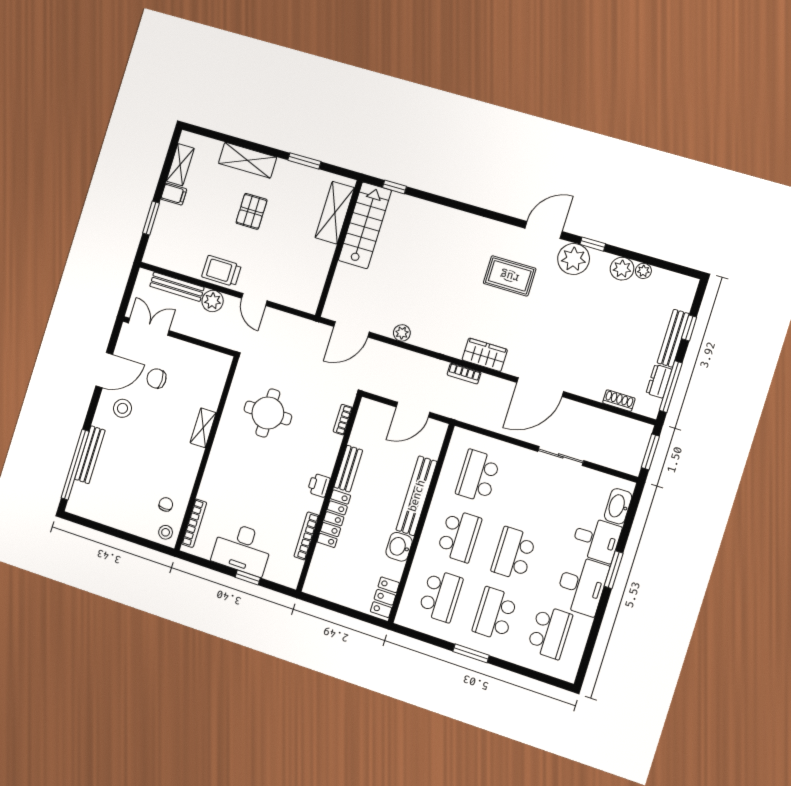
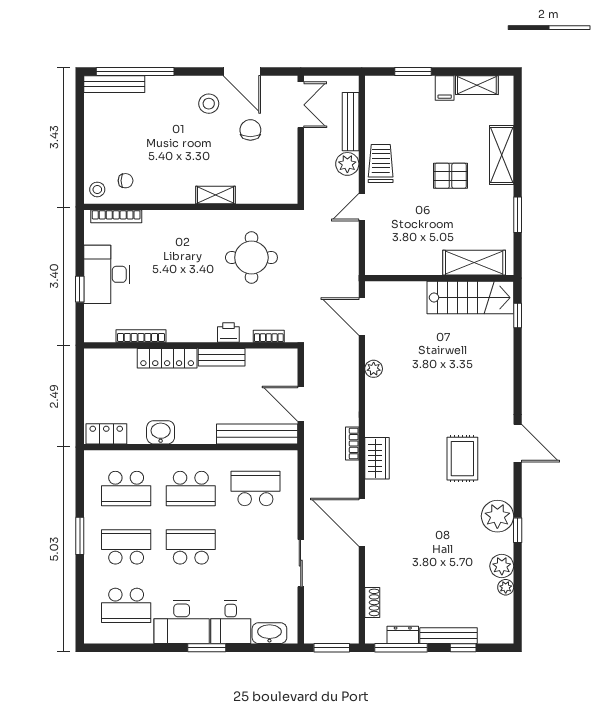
door: (544, 230) -> (518, 443), moved
bench: (90, 455) -> (114, 84), moved
printer: (319, 485) -> (228, 332), moved
bench: (417, 496) -> (257, 434), moved

